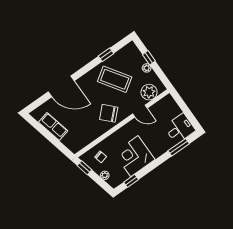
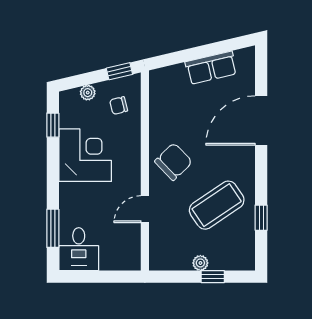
plant: (149, 92) -> (163, 242), removed

